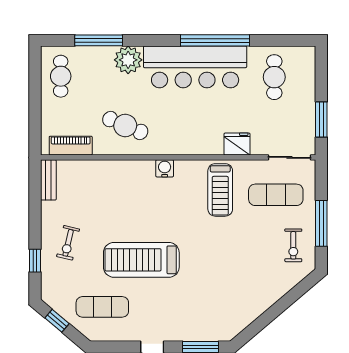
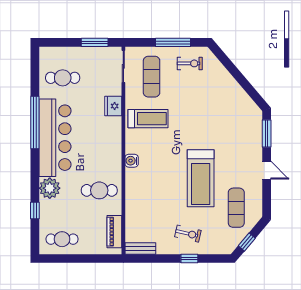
window: (99, 40) -> (35, 210), width x0.46
cafe table: (125, 126) -> (99, 190), turned 67
window: (35, 261) -> (189, 259), moved

